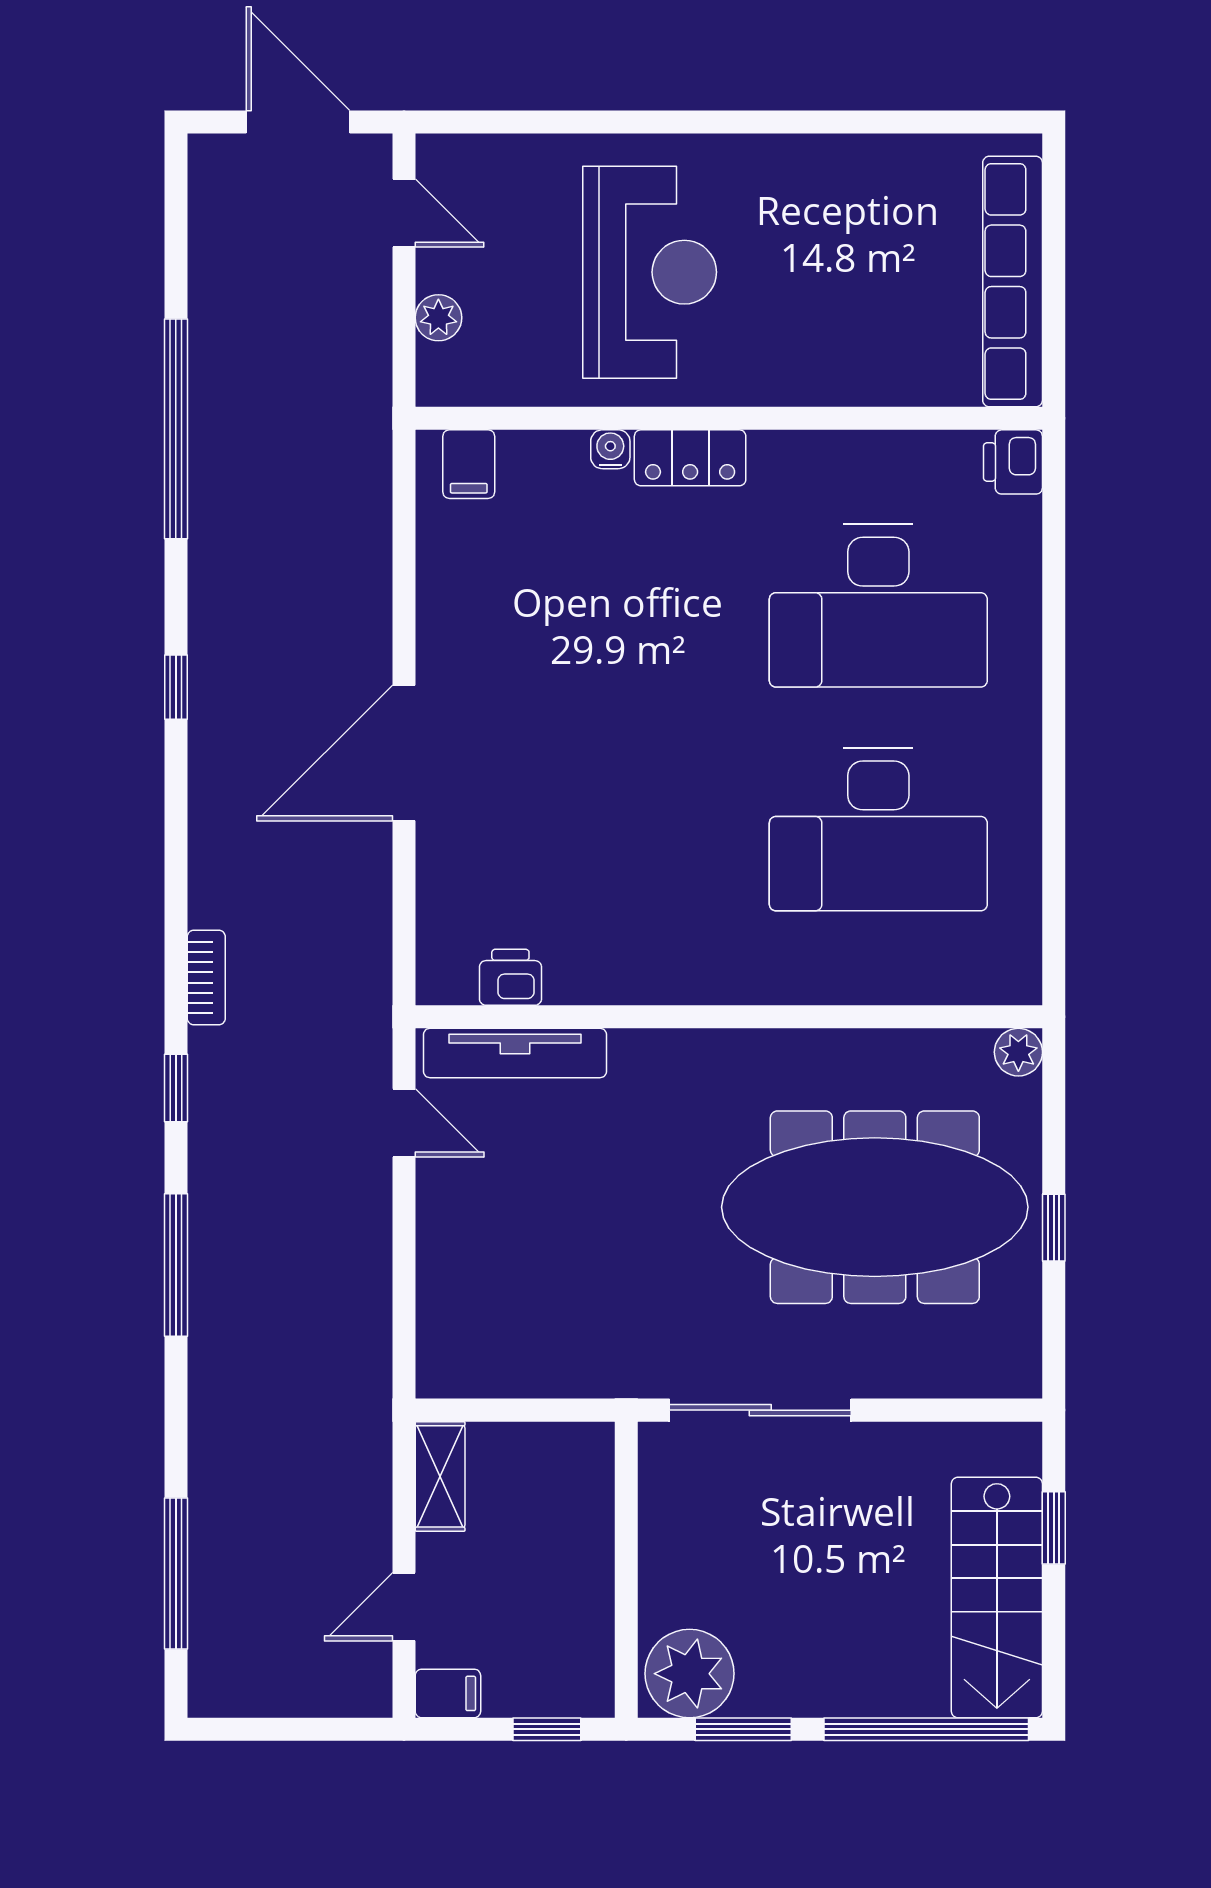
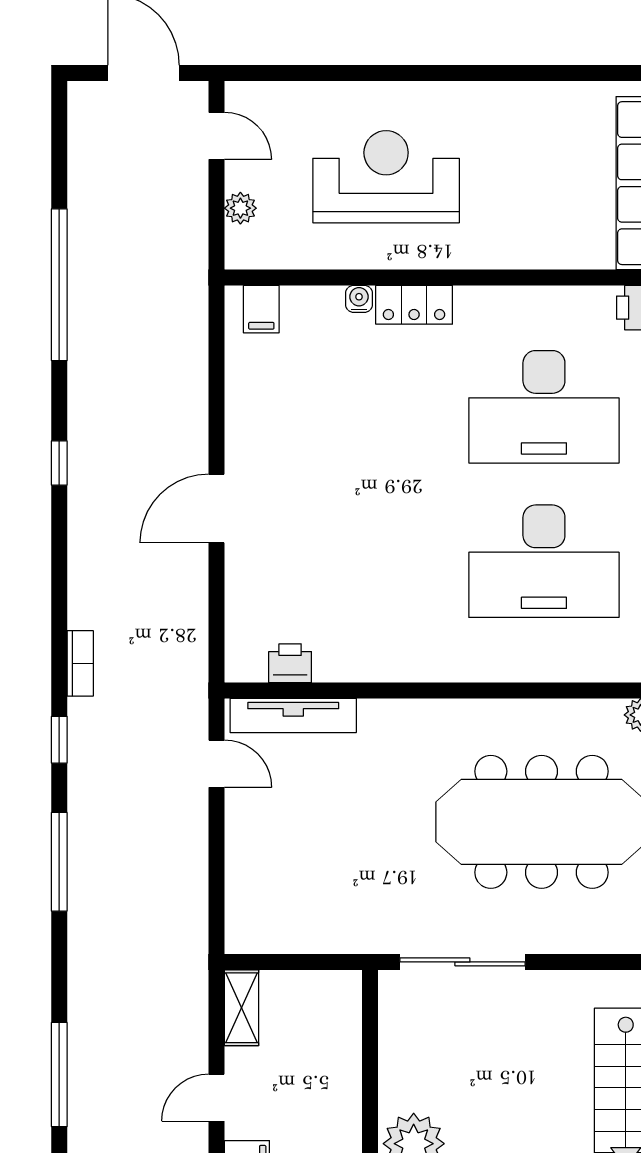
reception desk: (650, 272) -> (386, 177), turned -90
door: (404, 753) -> (217, 508), width x0.73

